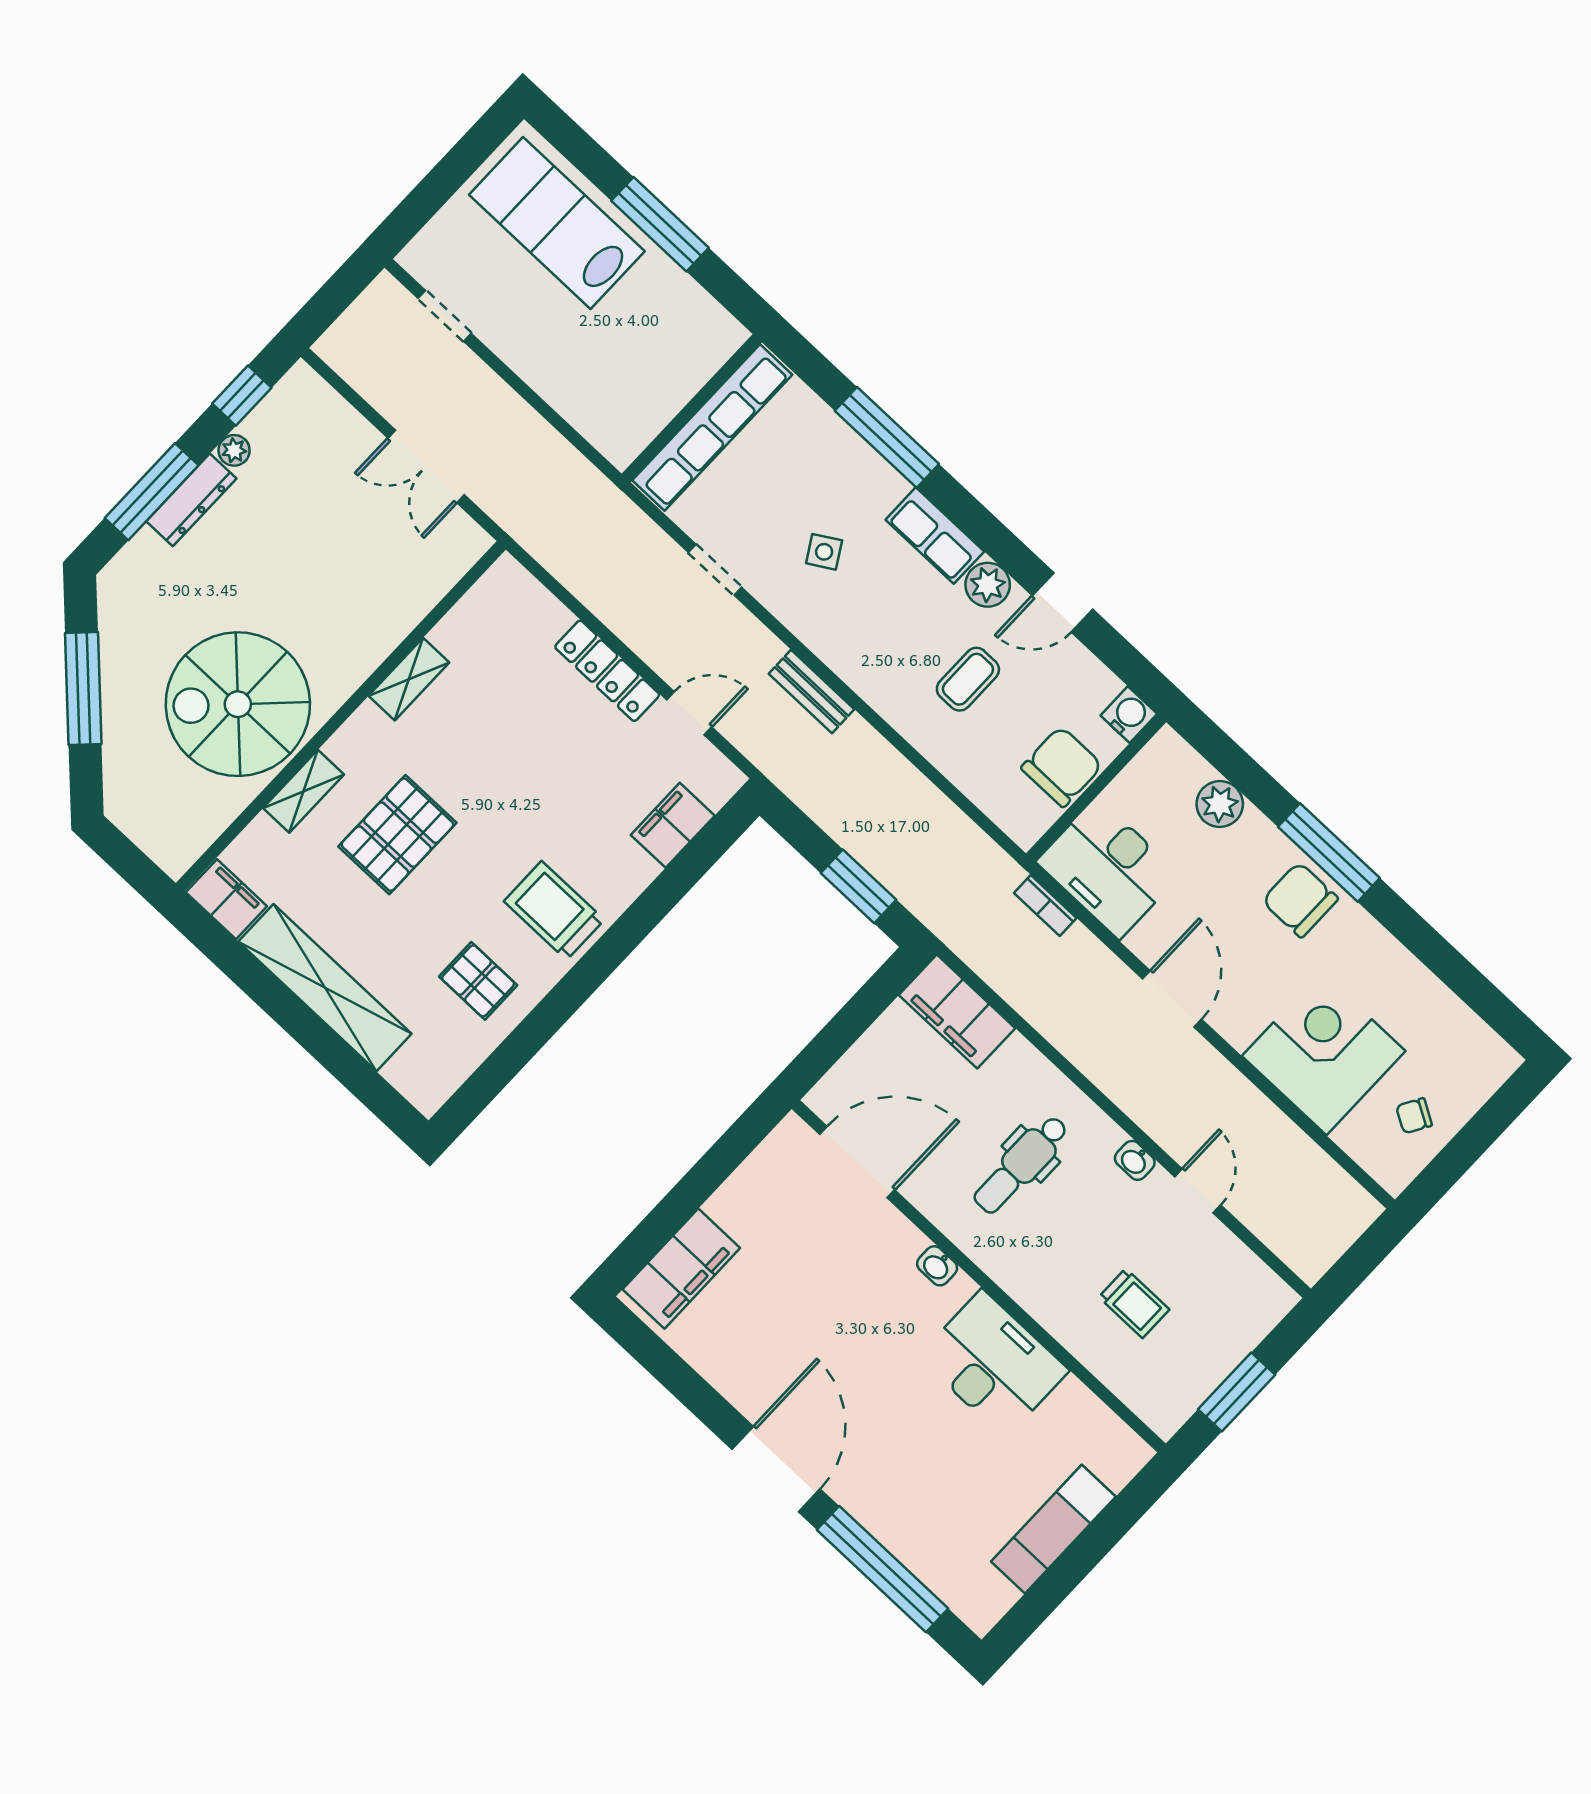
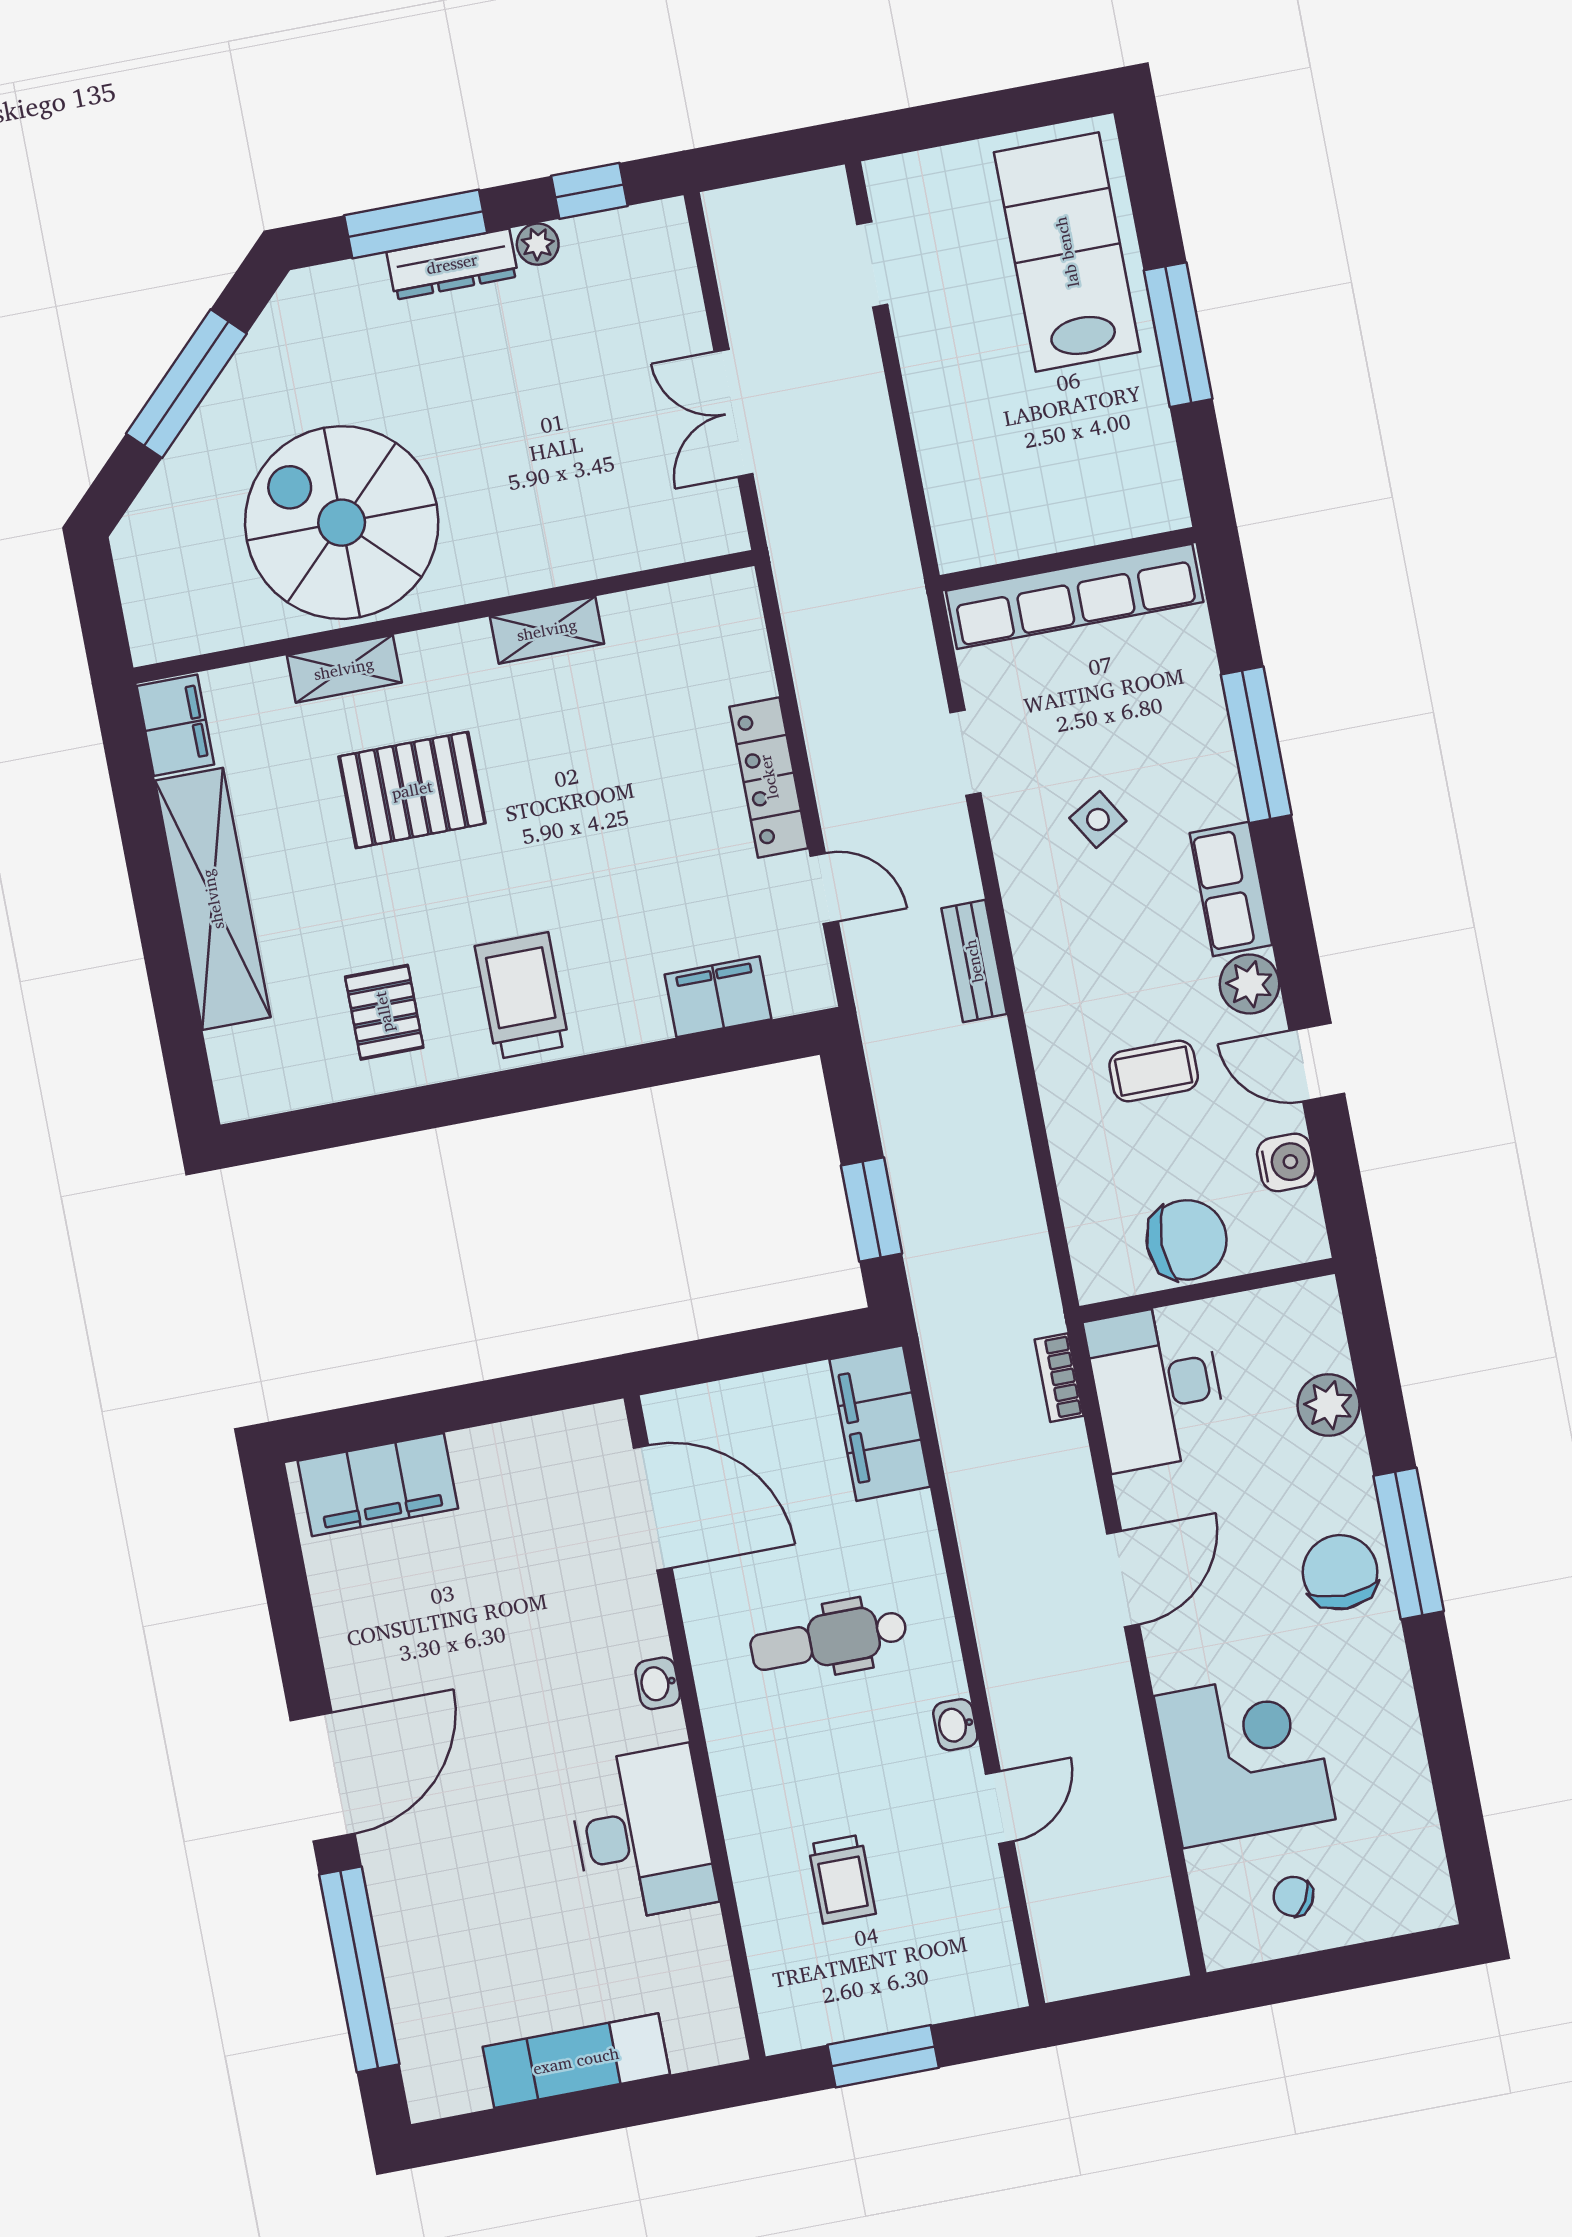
water cooler: (1129, 715) -> (1286, 1162), moved

